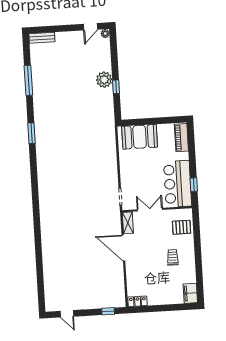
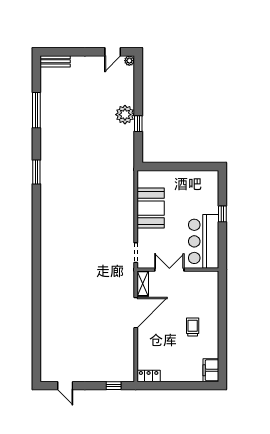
booth: (140, 137) -> (151, 208), moved, turned 90
piano: (181, 138) -> (211, 188), removed
window: (194, 185) -> (222, 214), moved
pallet: (182, 227) -> (205, 292), removed
door: (123, 248) -> (136, 313), swing flipped

